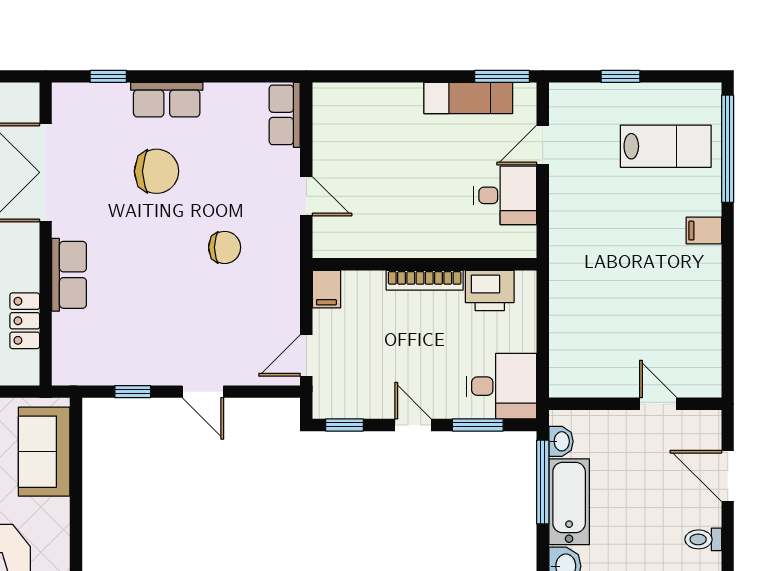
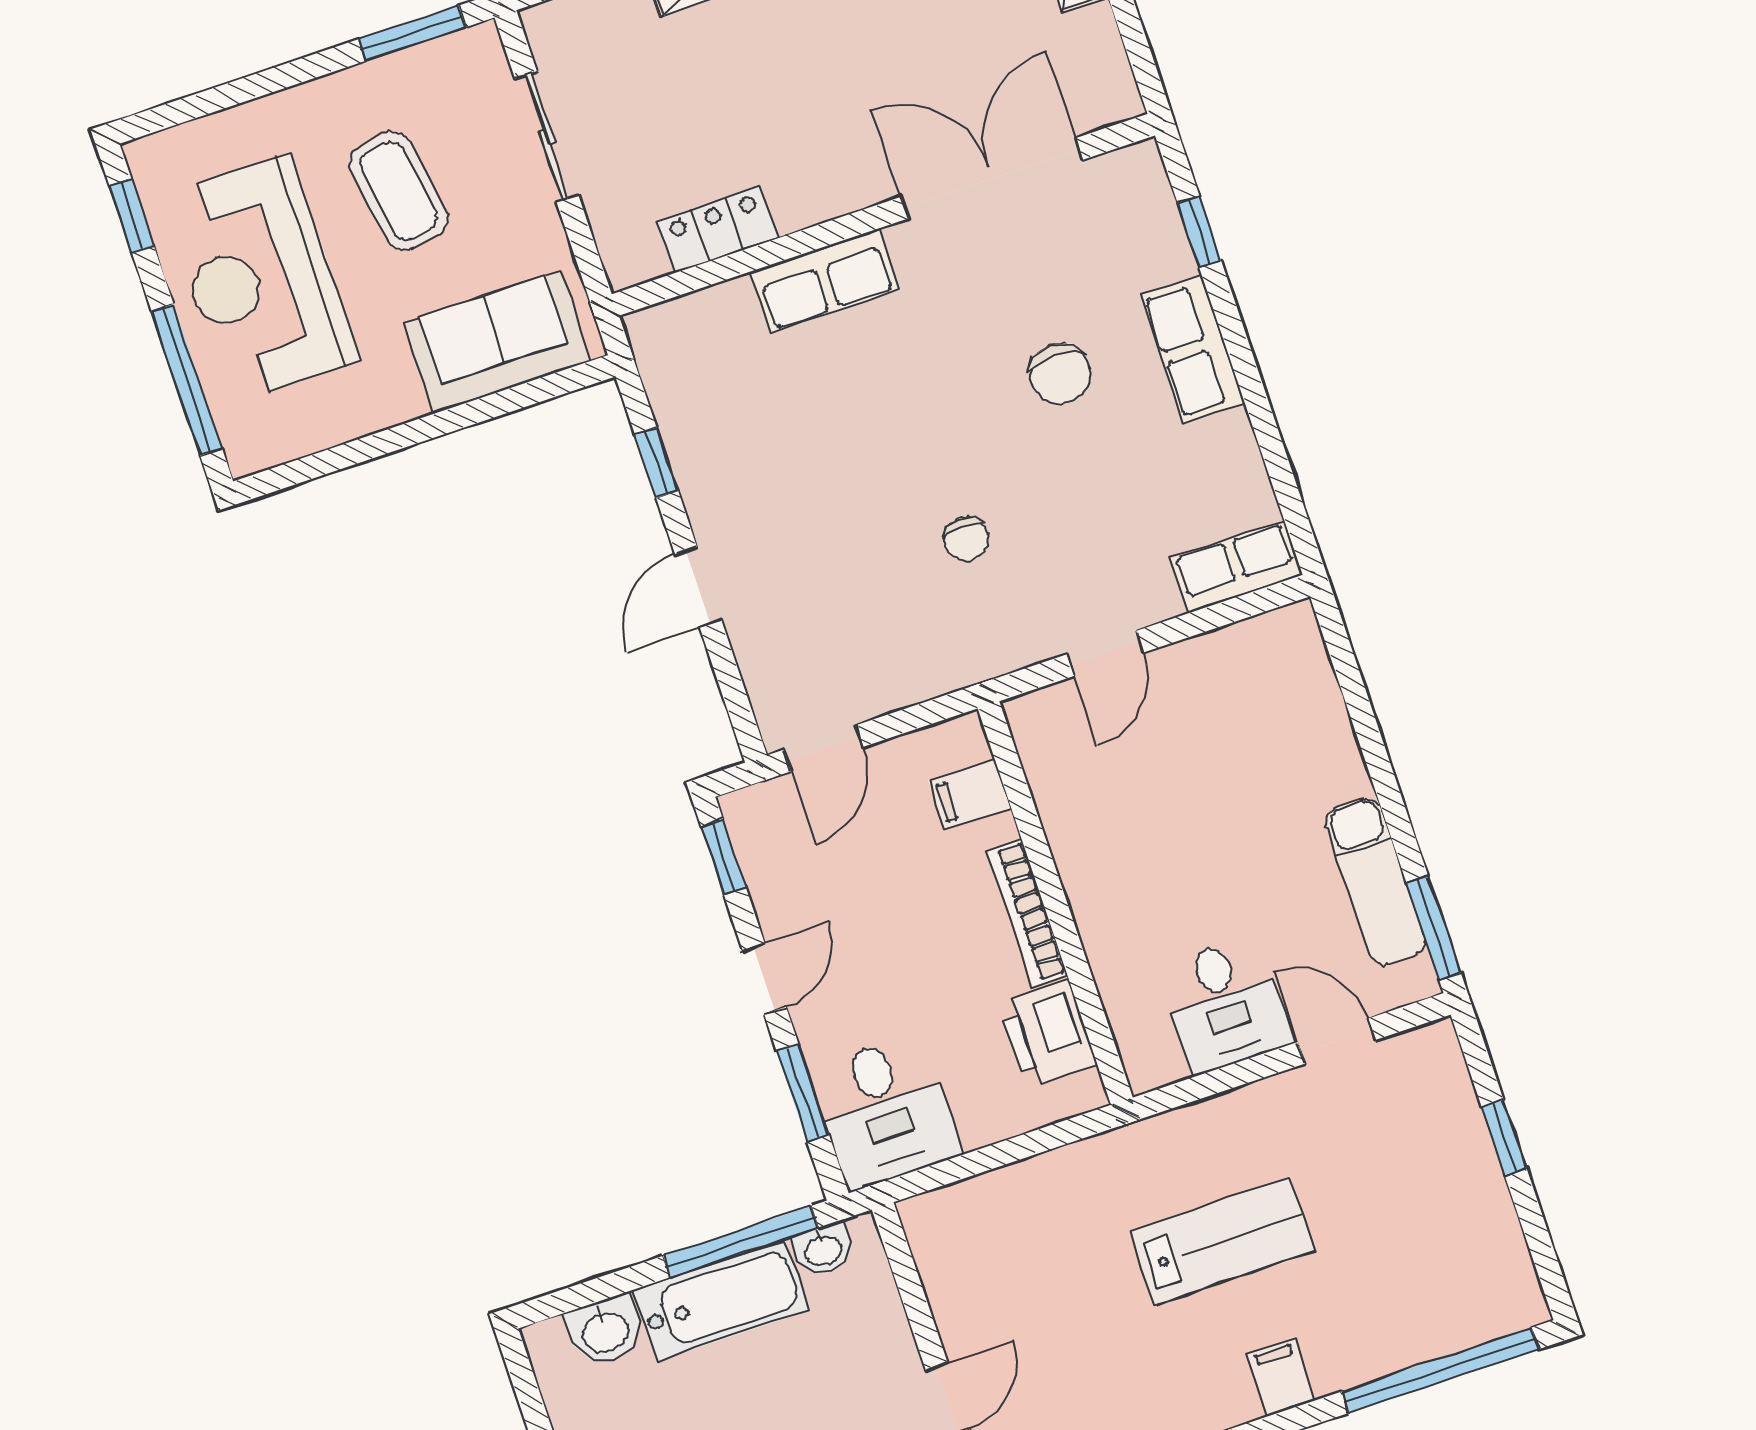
lab bench: (666, 146) -> (1223, 1242), moved, turned -90
chair: (157, 171) -> (1060, 374), width x0.73, depth x0.73
chair: (225, 247) -> (966, 539), width x0.73, depth x0.73
filing cabinet: (326, 289) -> (970, 794), moved
door: (306, 356) -> (823, 748), swing flipped

